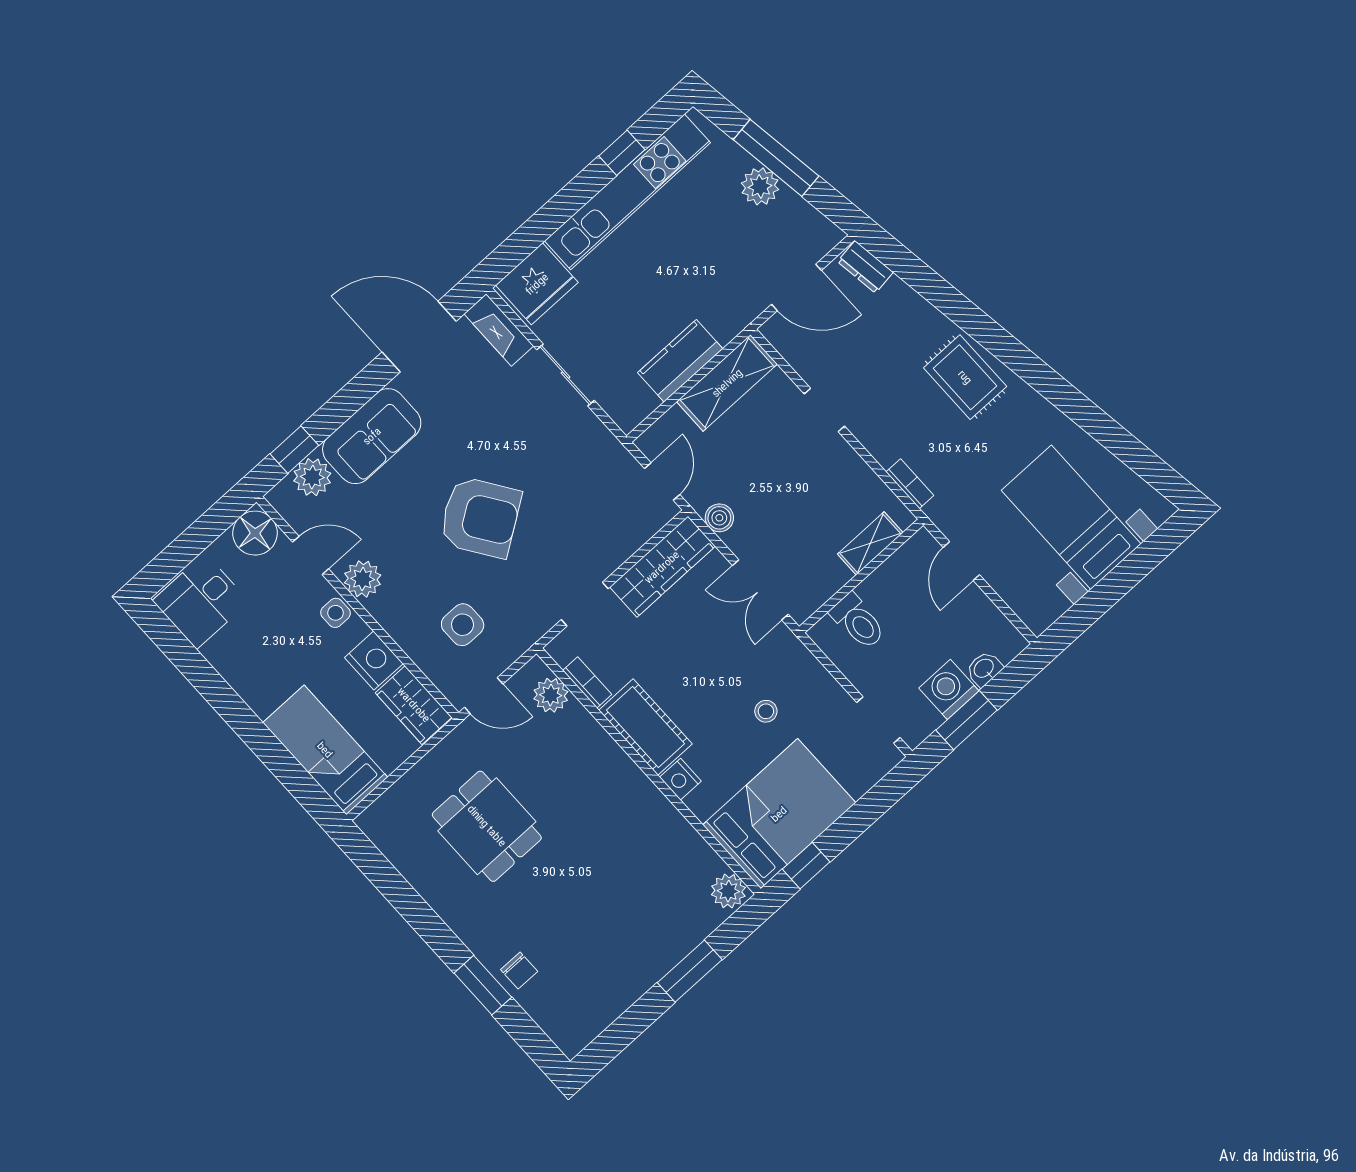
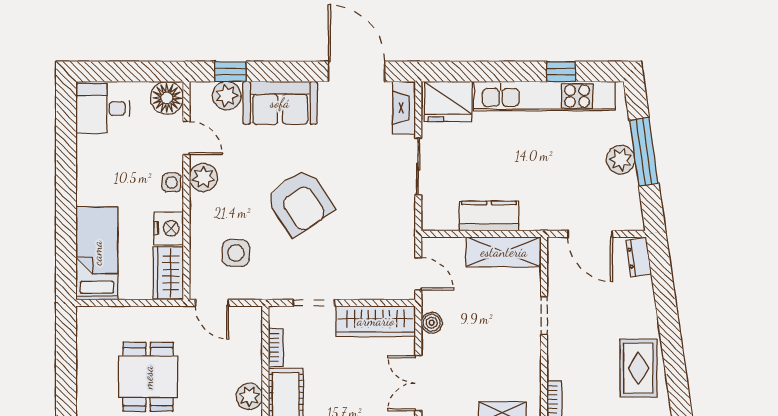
door: (662, 482) -> (418, 274), hinge flipped
plant: (551, 695) -> (249, 396), moved

